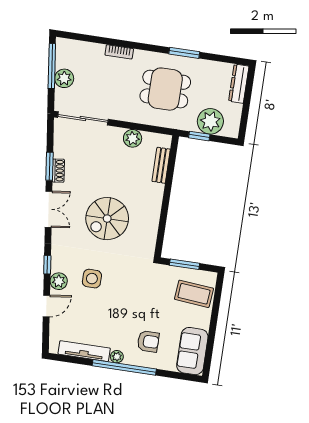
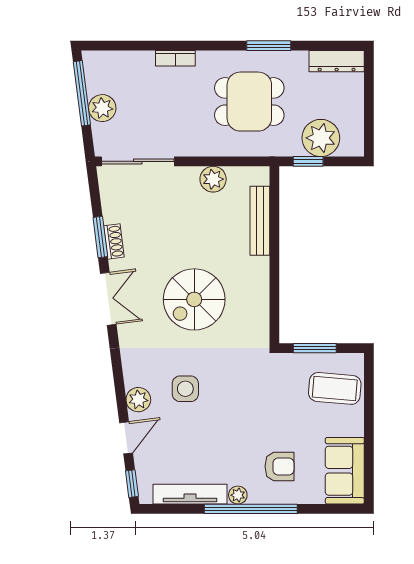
dresser: (239, 84) -> (337, 61), moved, turned -90
bench: (161, 165) -> (260, 221), width x1.36
window: (47, 265) -> (132, 484), moved

